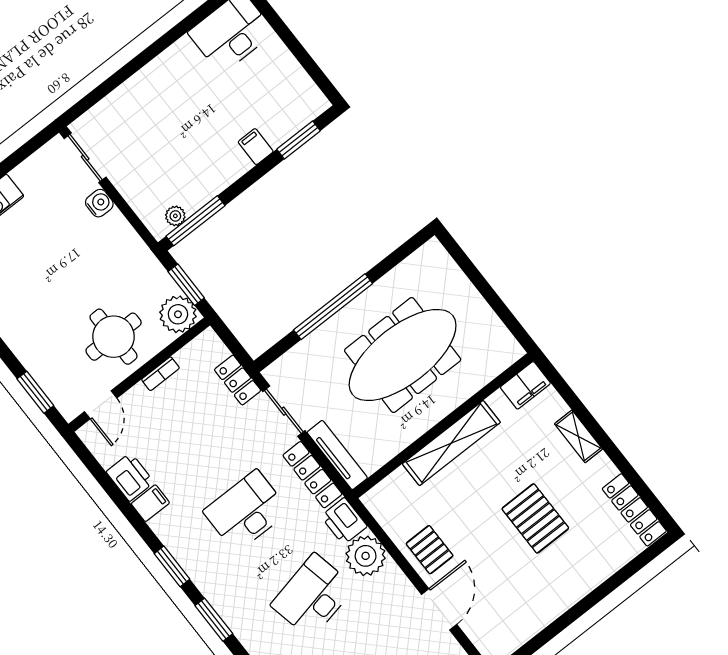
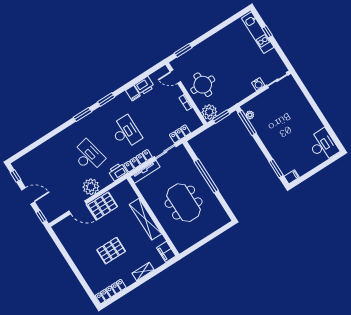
filing cabinet: (256, 147) -> (292, 177), moved
meeting table: (403, 355) -> (184, 203), width x0.73
pallet: (430, 550) -> (103, 206), width x1.50, depth x1.42
plant: (366, 556) -> (91, 187), moved

